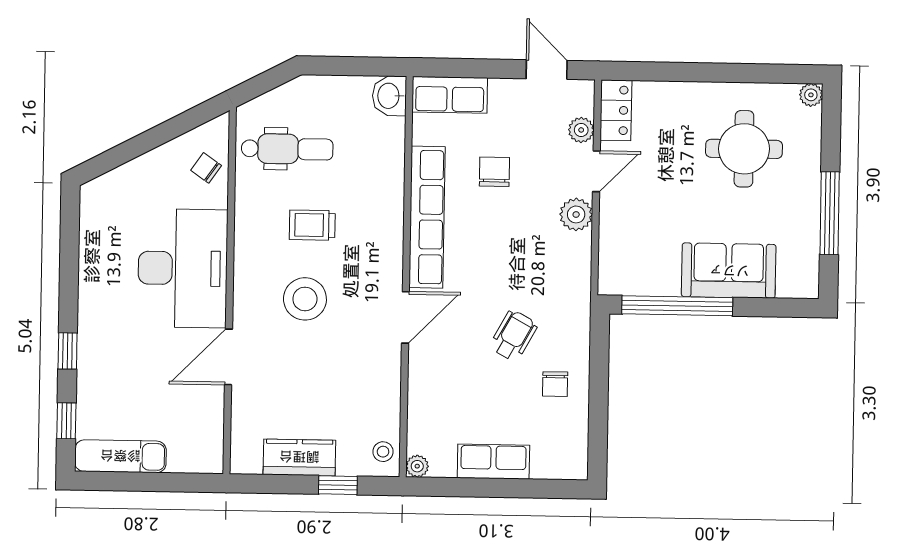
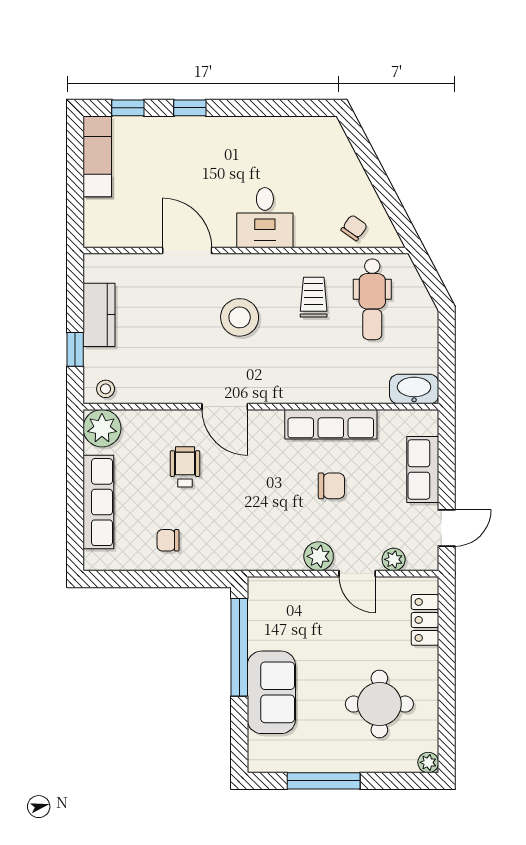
row of seats: (450, 95) -> (423, 469), moved
washbasin: (389, 96) -> (414, 389), width x1.38
locker: (616, 110) -> (425, 620), moved, turned 90
chair: (494, 172) -> (331, 486), moved
row of seats: (427, 217) -> (331, 424), width x0.73
trolley: (312, 225) -> (314, 297), moved
desk: (183, 268) -> (265, 218), width x0.53, depth x0.77
wheelchair: (514, 336) -> (185, 467), moved, turned -119
row of seats: (493, 462) -> (98, 502), width x1.48
plant: (417, 466) -> (102, 428), width x1.88, depth x1.88

